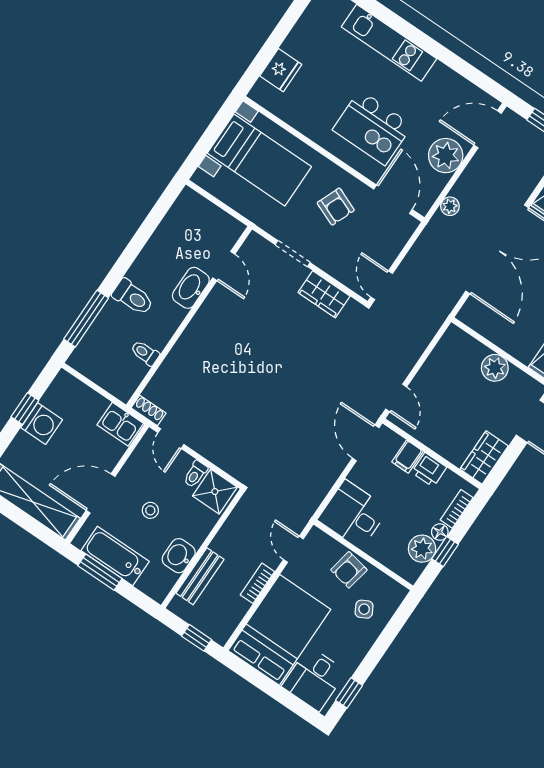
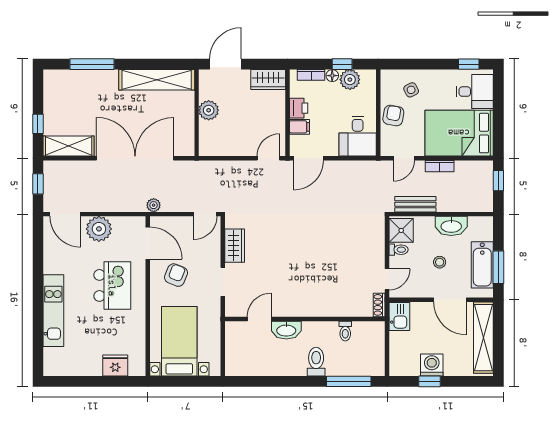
door: (393, 199) -> (148, 243), swing flipped
plant: (450, 206) -> (154, 205), moved
washbasin: (179, 556) -> (451, 226), width x1.38
armchair: (349, 570) -> (393, 116), turned -91
bench: (200, 576) -> (415, 204), moved

